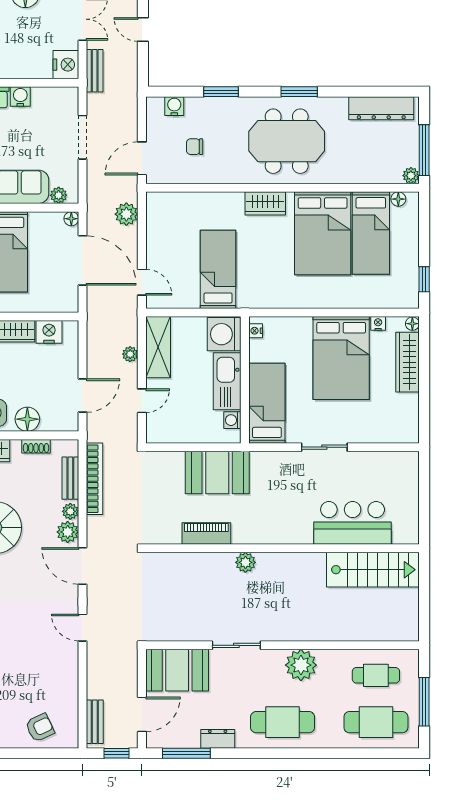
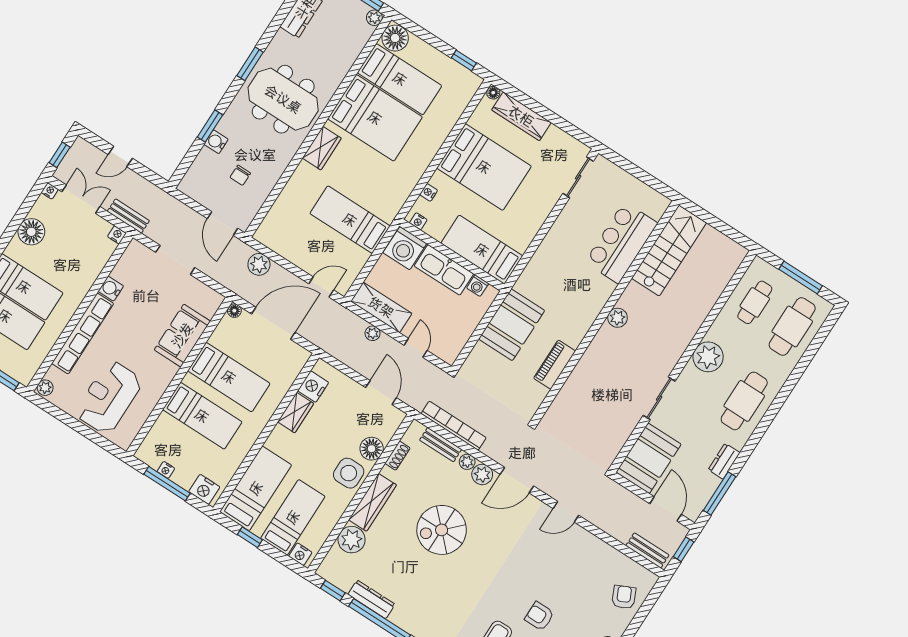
nightstand: (66, 65) -> (117, 235), width x0.53, depth x0.56
water cooler: (174, 106) -> (216, 142), moved
meeting table: (287, 141) -> (283, 99), turned 90
plant: (59, 195) -> (209, 309), removed
floor lamp: (398, 199) -> (395, 38), width x1.89, depth x1.89
nightstand: (378, 323) -> (429, 192), moved
sliding door: (324, 447) -> (578, 177), moved
plant: (245, 562) -> (618, 318), moved

